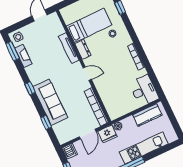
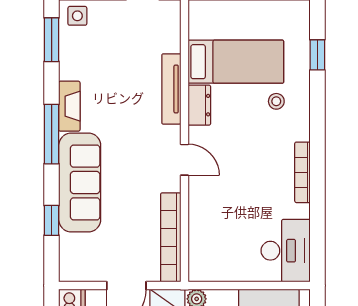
fireplace: (23, 56) -> (69, 106), moved
window: (30, 88) -> (52, 134), width x2.17

